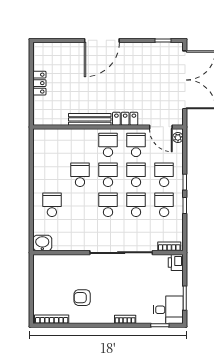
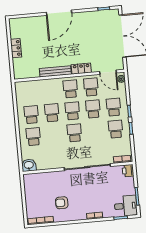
school desk: (136, 205) -> (31, 115), moved

